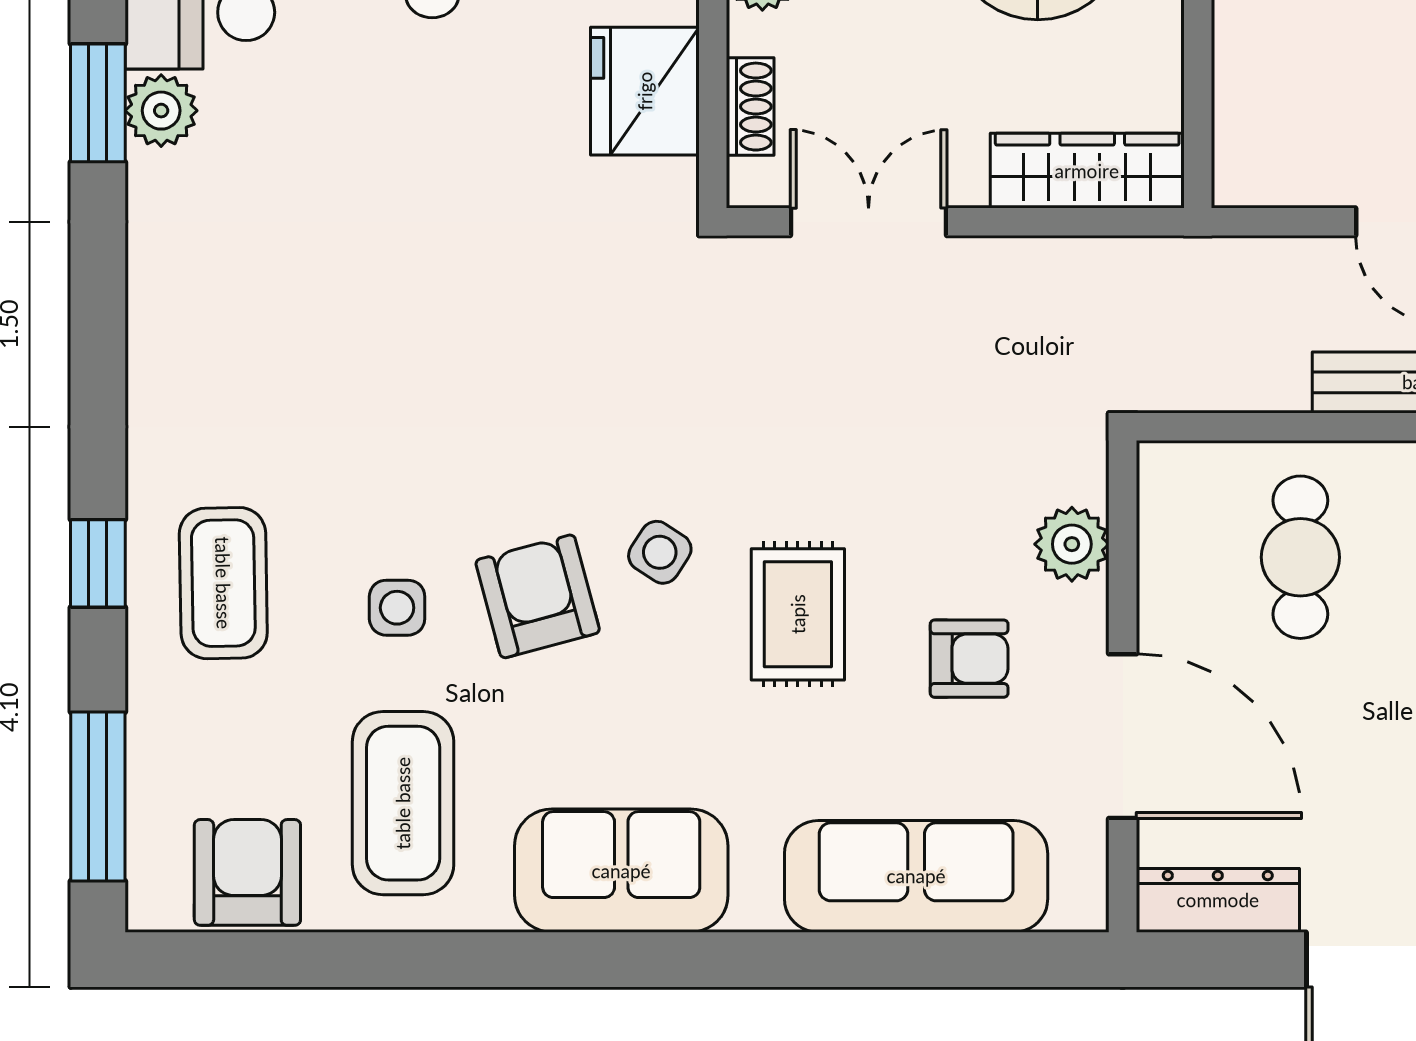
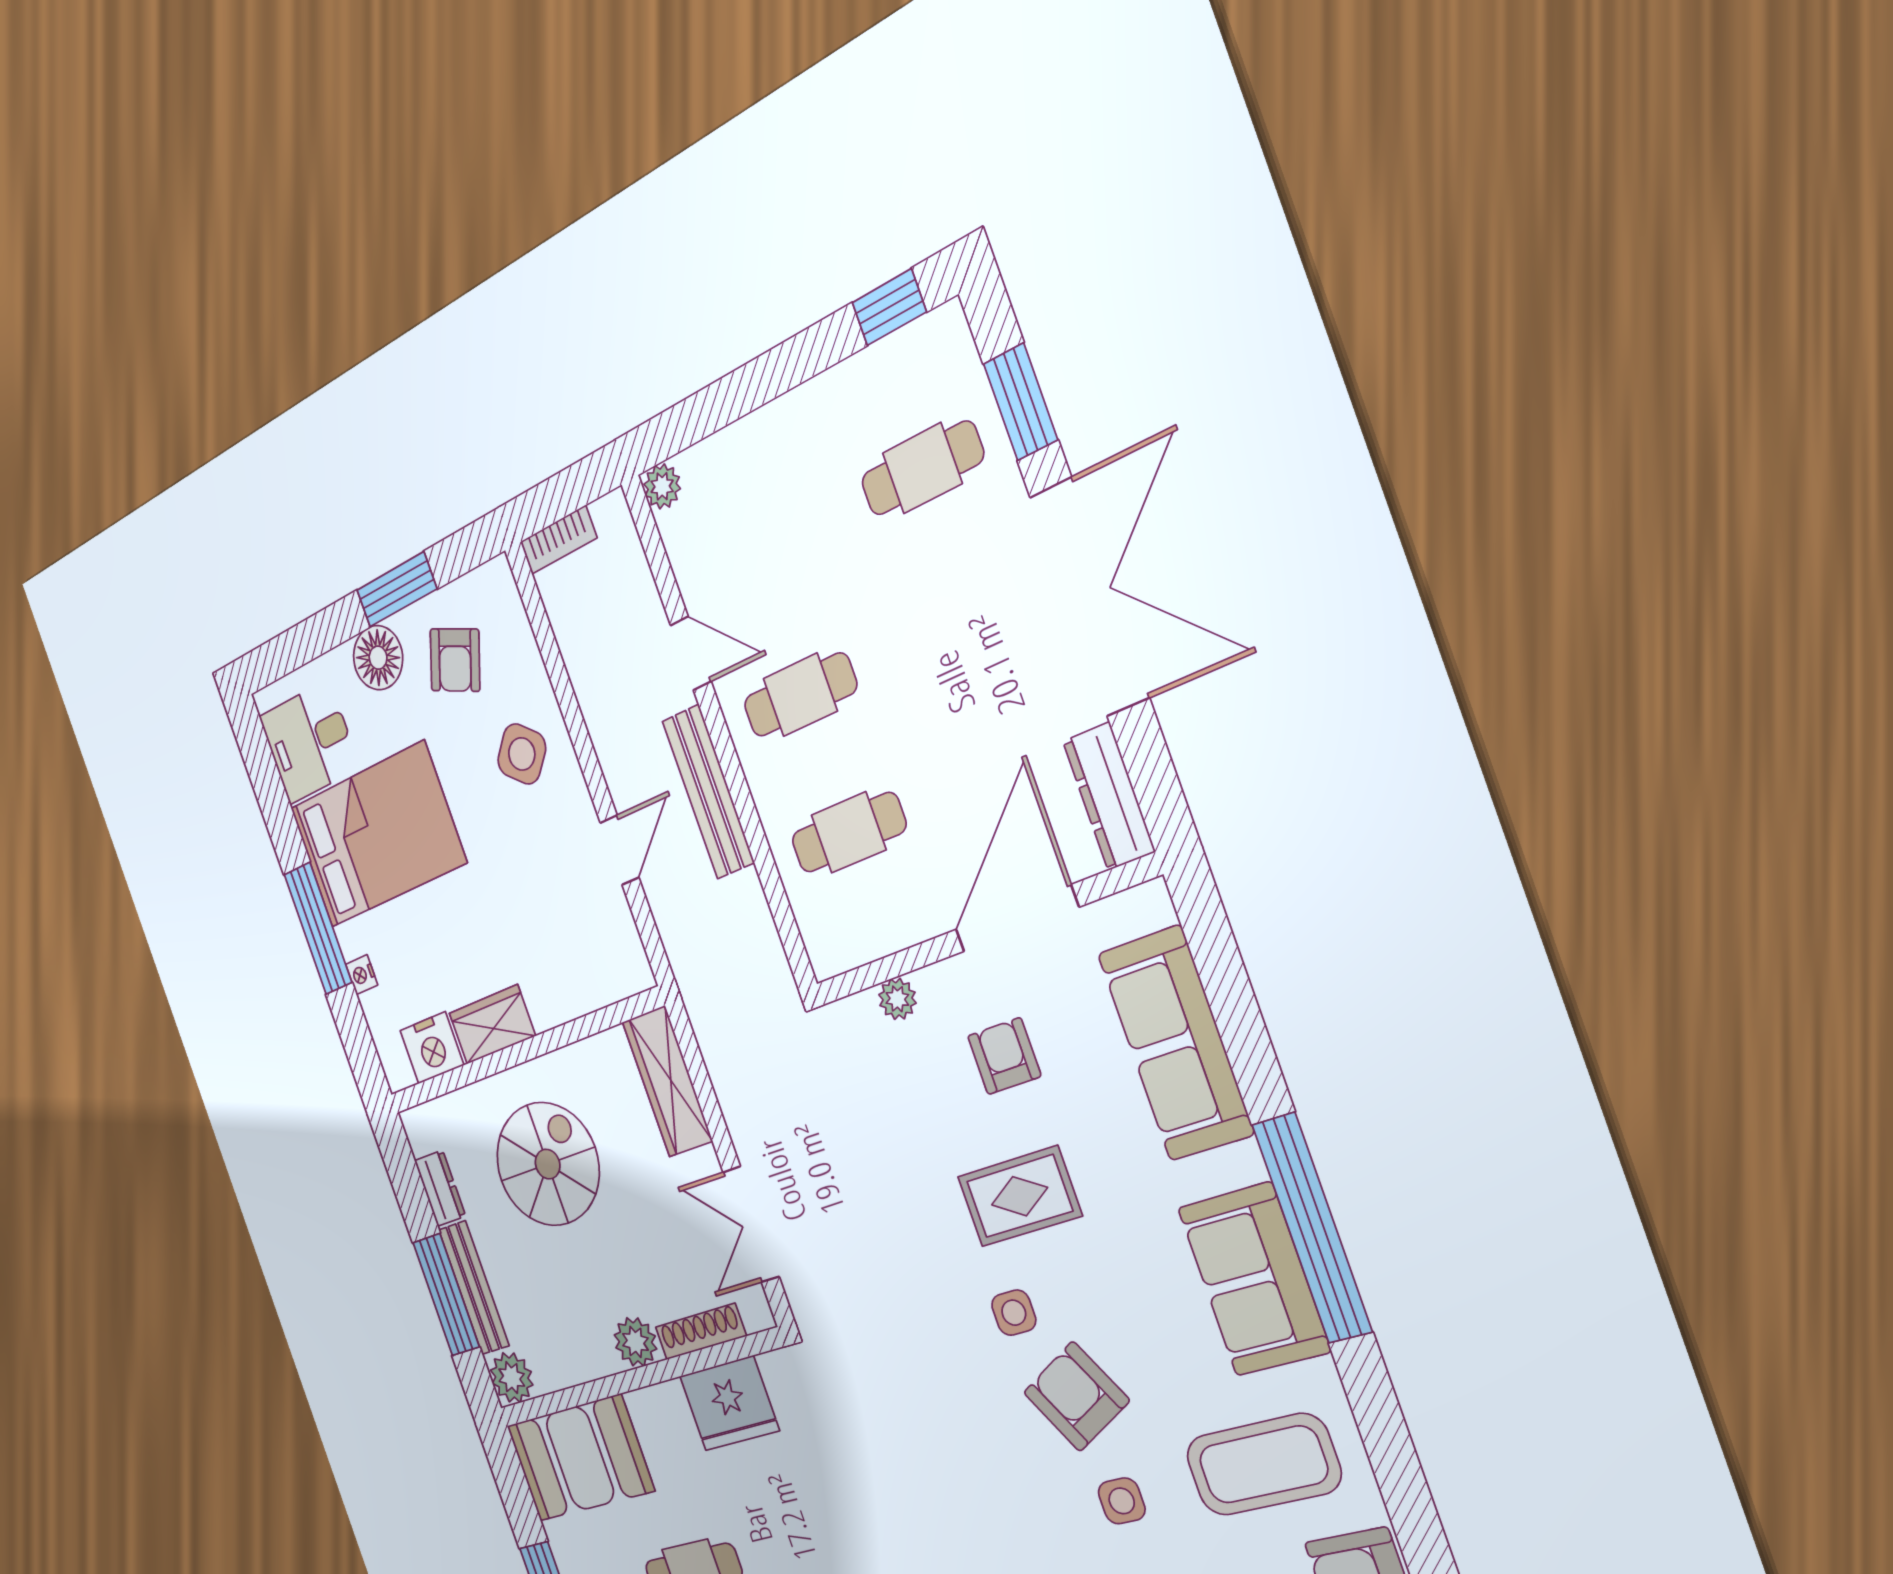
shoe rack: (750, 107) -> (701, 1332), width x1.43
plant: (1072, 544) -> (897, 999), width x0.73, depth x0.73
side table: (660, 552) -> (1014, 1313), turned -33
armchair: (538, 596) -> (1076, 1396), turned 77
window: (661, 960) -> (1312, 1228), added

